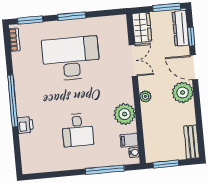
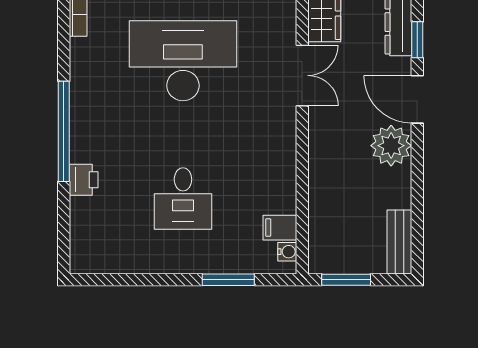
plant: (145, 96) -> (319, 146), removed
plant: (125, 114) -> (276, 177), removed
window: (105, 170) -> (228, 280), width x0.69

